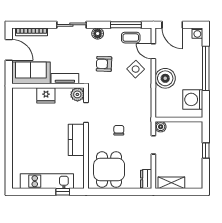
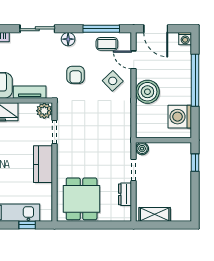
armchair: (104, 64) -> (76, 75), turned -92
chair: (119, 130) -> (93, 153), removed
window: (206, 150) -> (195, 163), moved
dresser: (146, 179) -> (125, 194), moved

